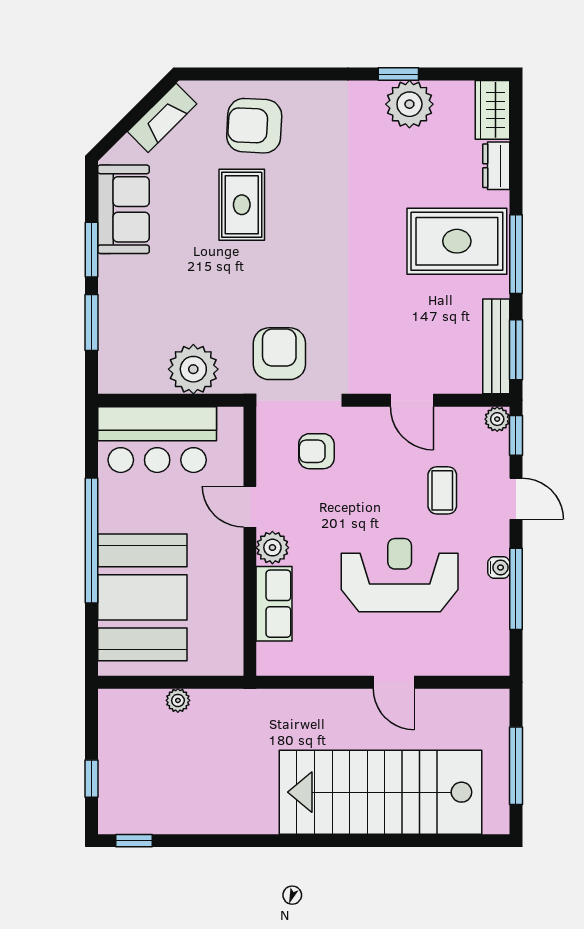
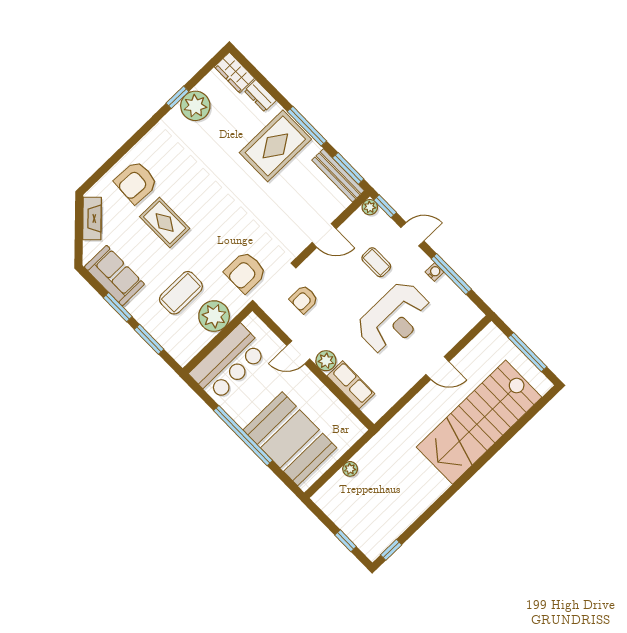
coffee table: (181, 305) -> (181, 293), added
armchair: (279, 354) -> (245, 272), turned -90
reception desk: (400, 575) -> (394, 318), turned 180

